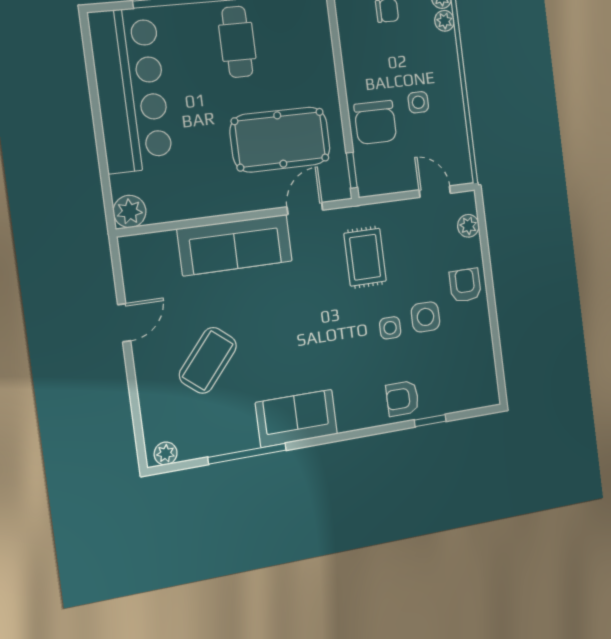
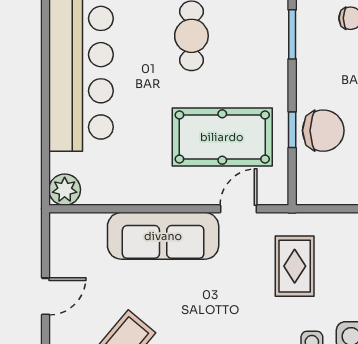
window: (334, 31) -> (292, 34), added
chair: (375, 122) -> (323, 131), turned -90
window: (352, 170) -> (292, 130), moved

